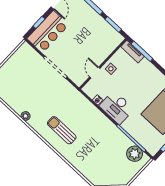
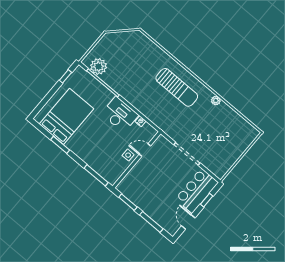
tv unit: (133, 52) -> (106, 174), removed
door: (95, 73) -> (145, 150), swing flipped
sun lounger: (62, 130) -> (177, 87), width x1.36, depth x1.34

